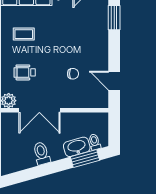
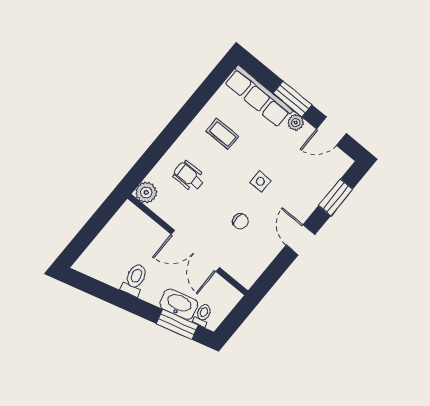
side table: (66, 43) -> (260, 181), added
door: (114, 81) -> (301, 240), moved
double door: (39, 110) -> (195, 251), moved

